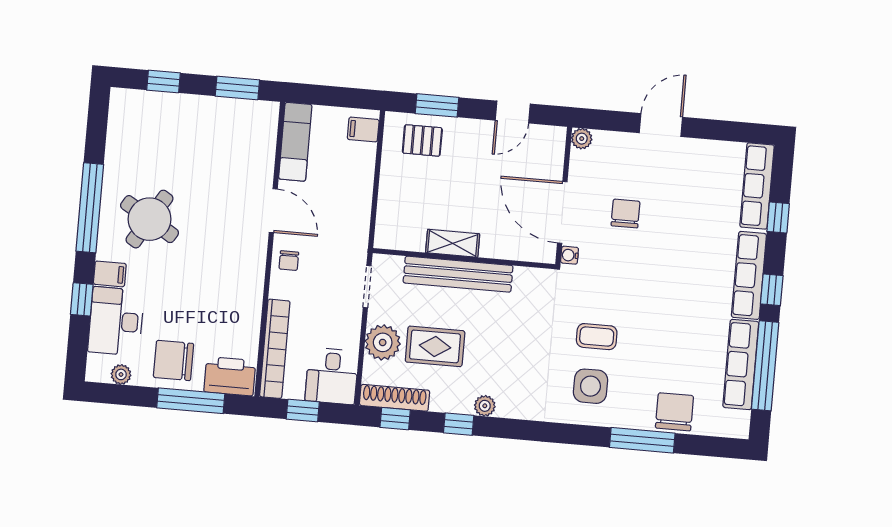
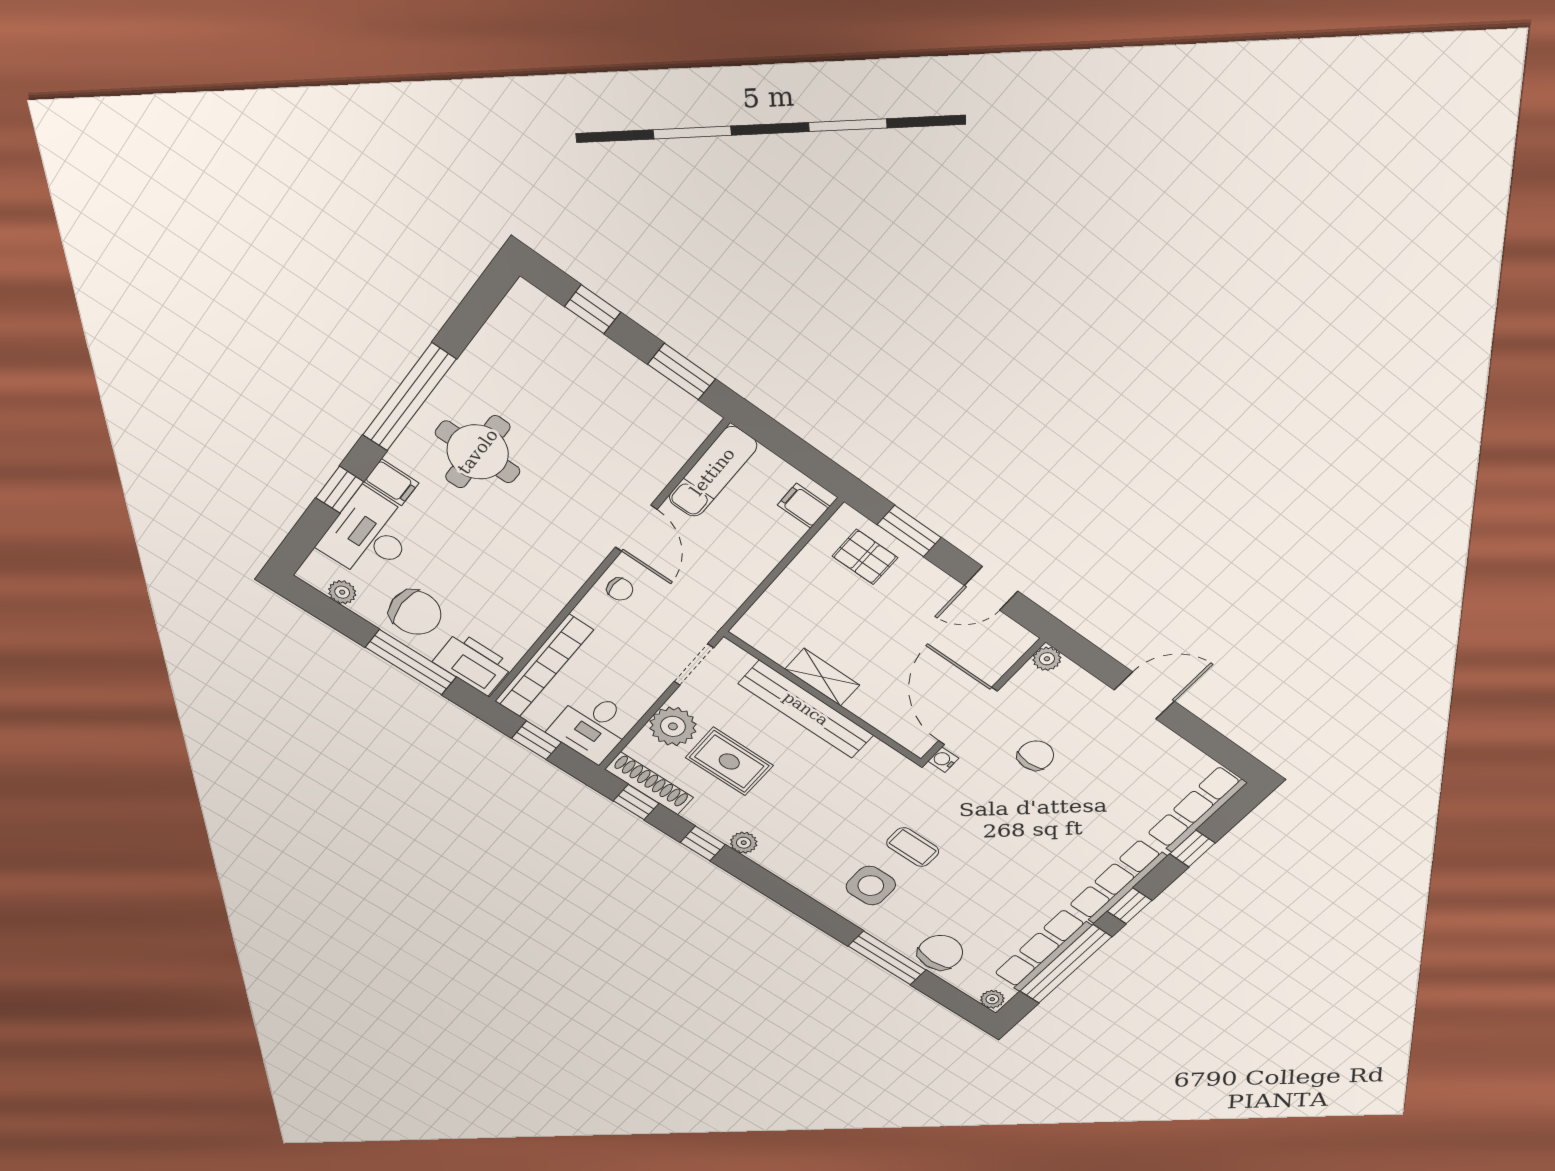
round table: (150, 219) -> (478, 452), turned -31
chair: (289, 261) -> (620, 589), turned -90
chair: (173, 360) -> (415, 612), turned 180
plant: (737, 429) -> (992, 999), added

